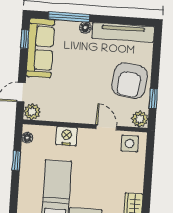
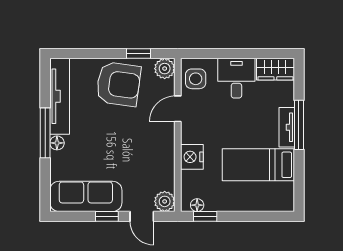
window: (69, 17) -> (45, 133), moved
window: (25, 39) -> (107, 216), moved
window: (16, 161) -> (205, 216), moved
desk: (128, 177) -> (236, 78), added

